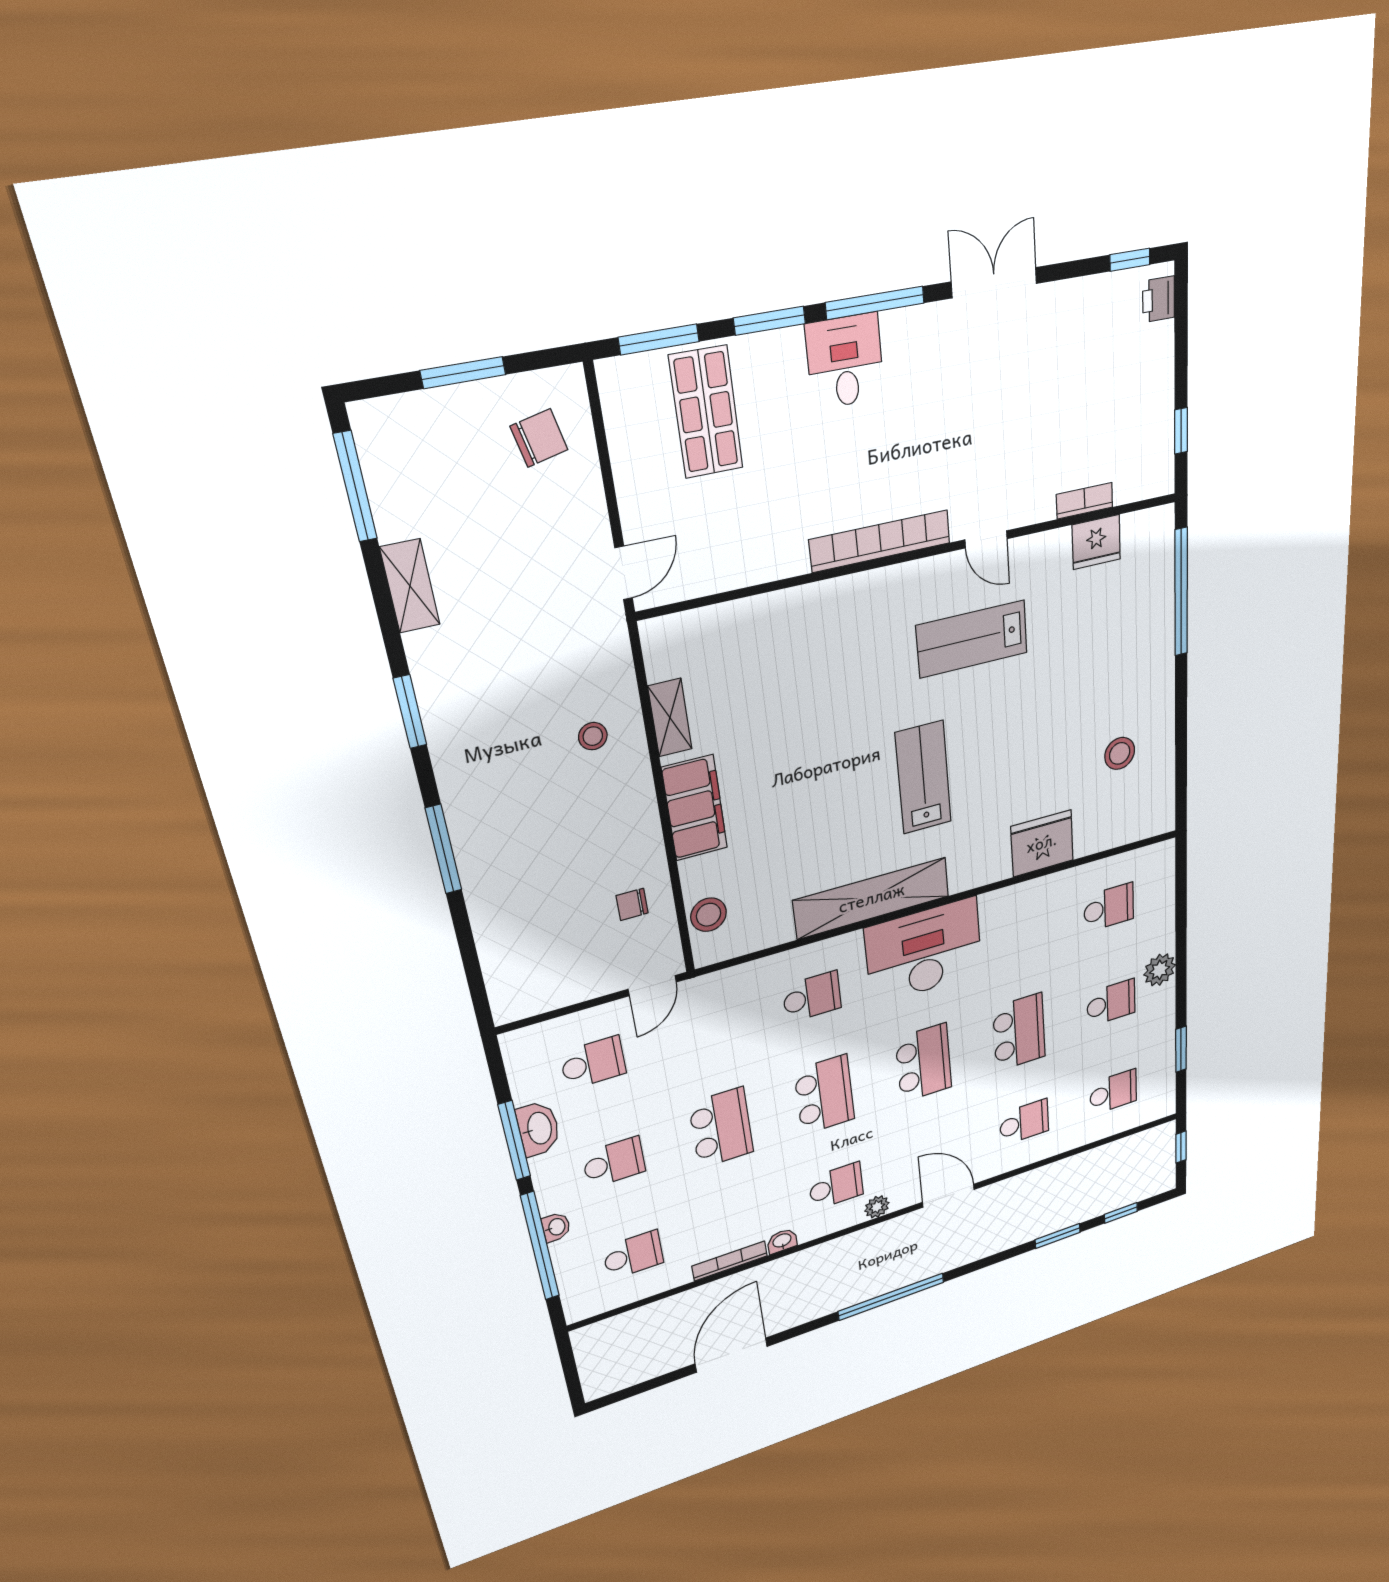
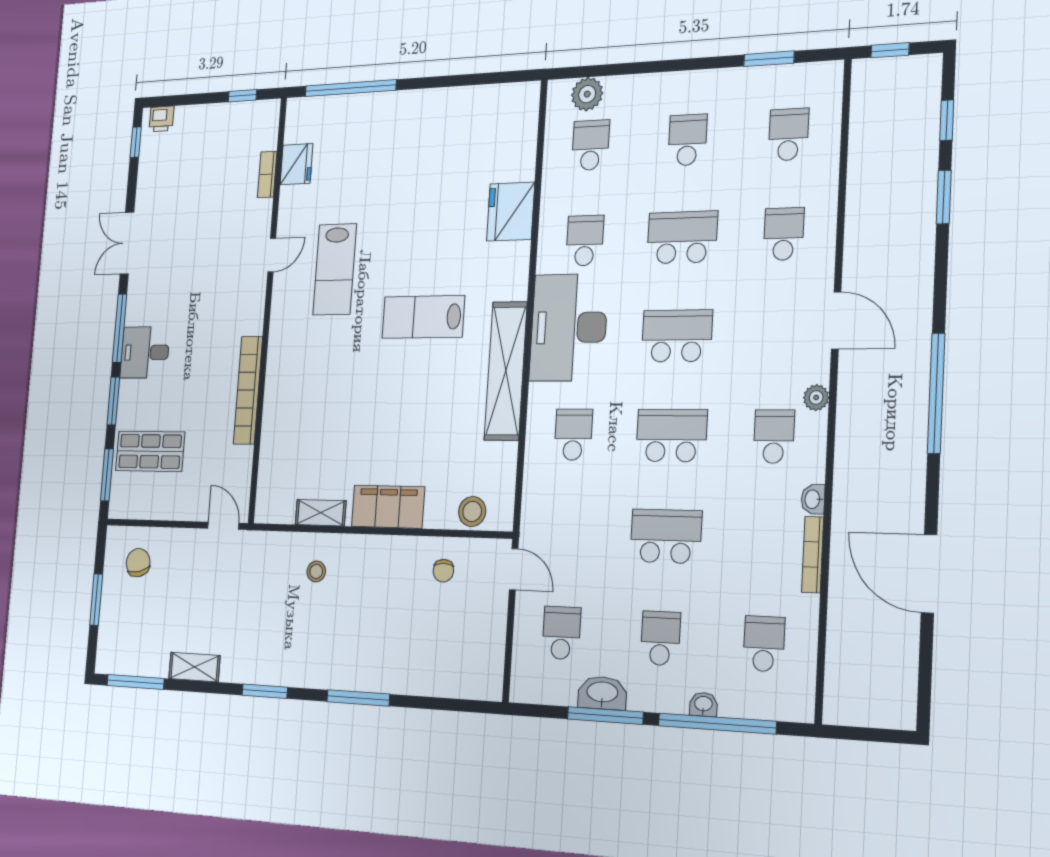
bookcase: (880, 541) -> (248, 390), moved
stool: (1120, 753) -> (458, 139), removed
school desk: (1014, 936) -> (585, 241), added
plant: (1160, 970) -> (587, 94), moved
door: (948, 1196) -> (836, 320), swing flipped

